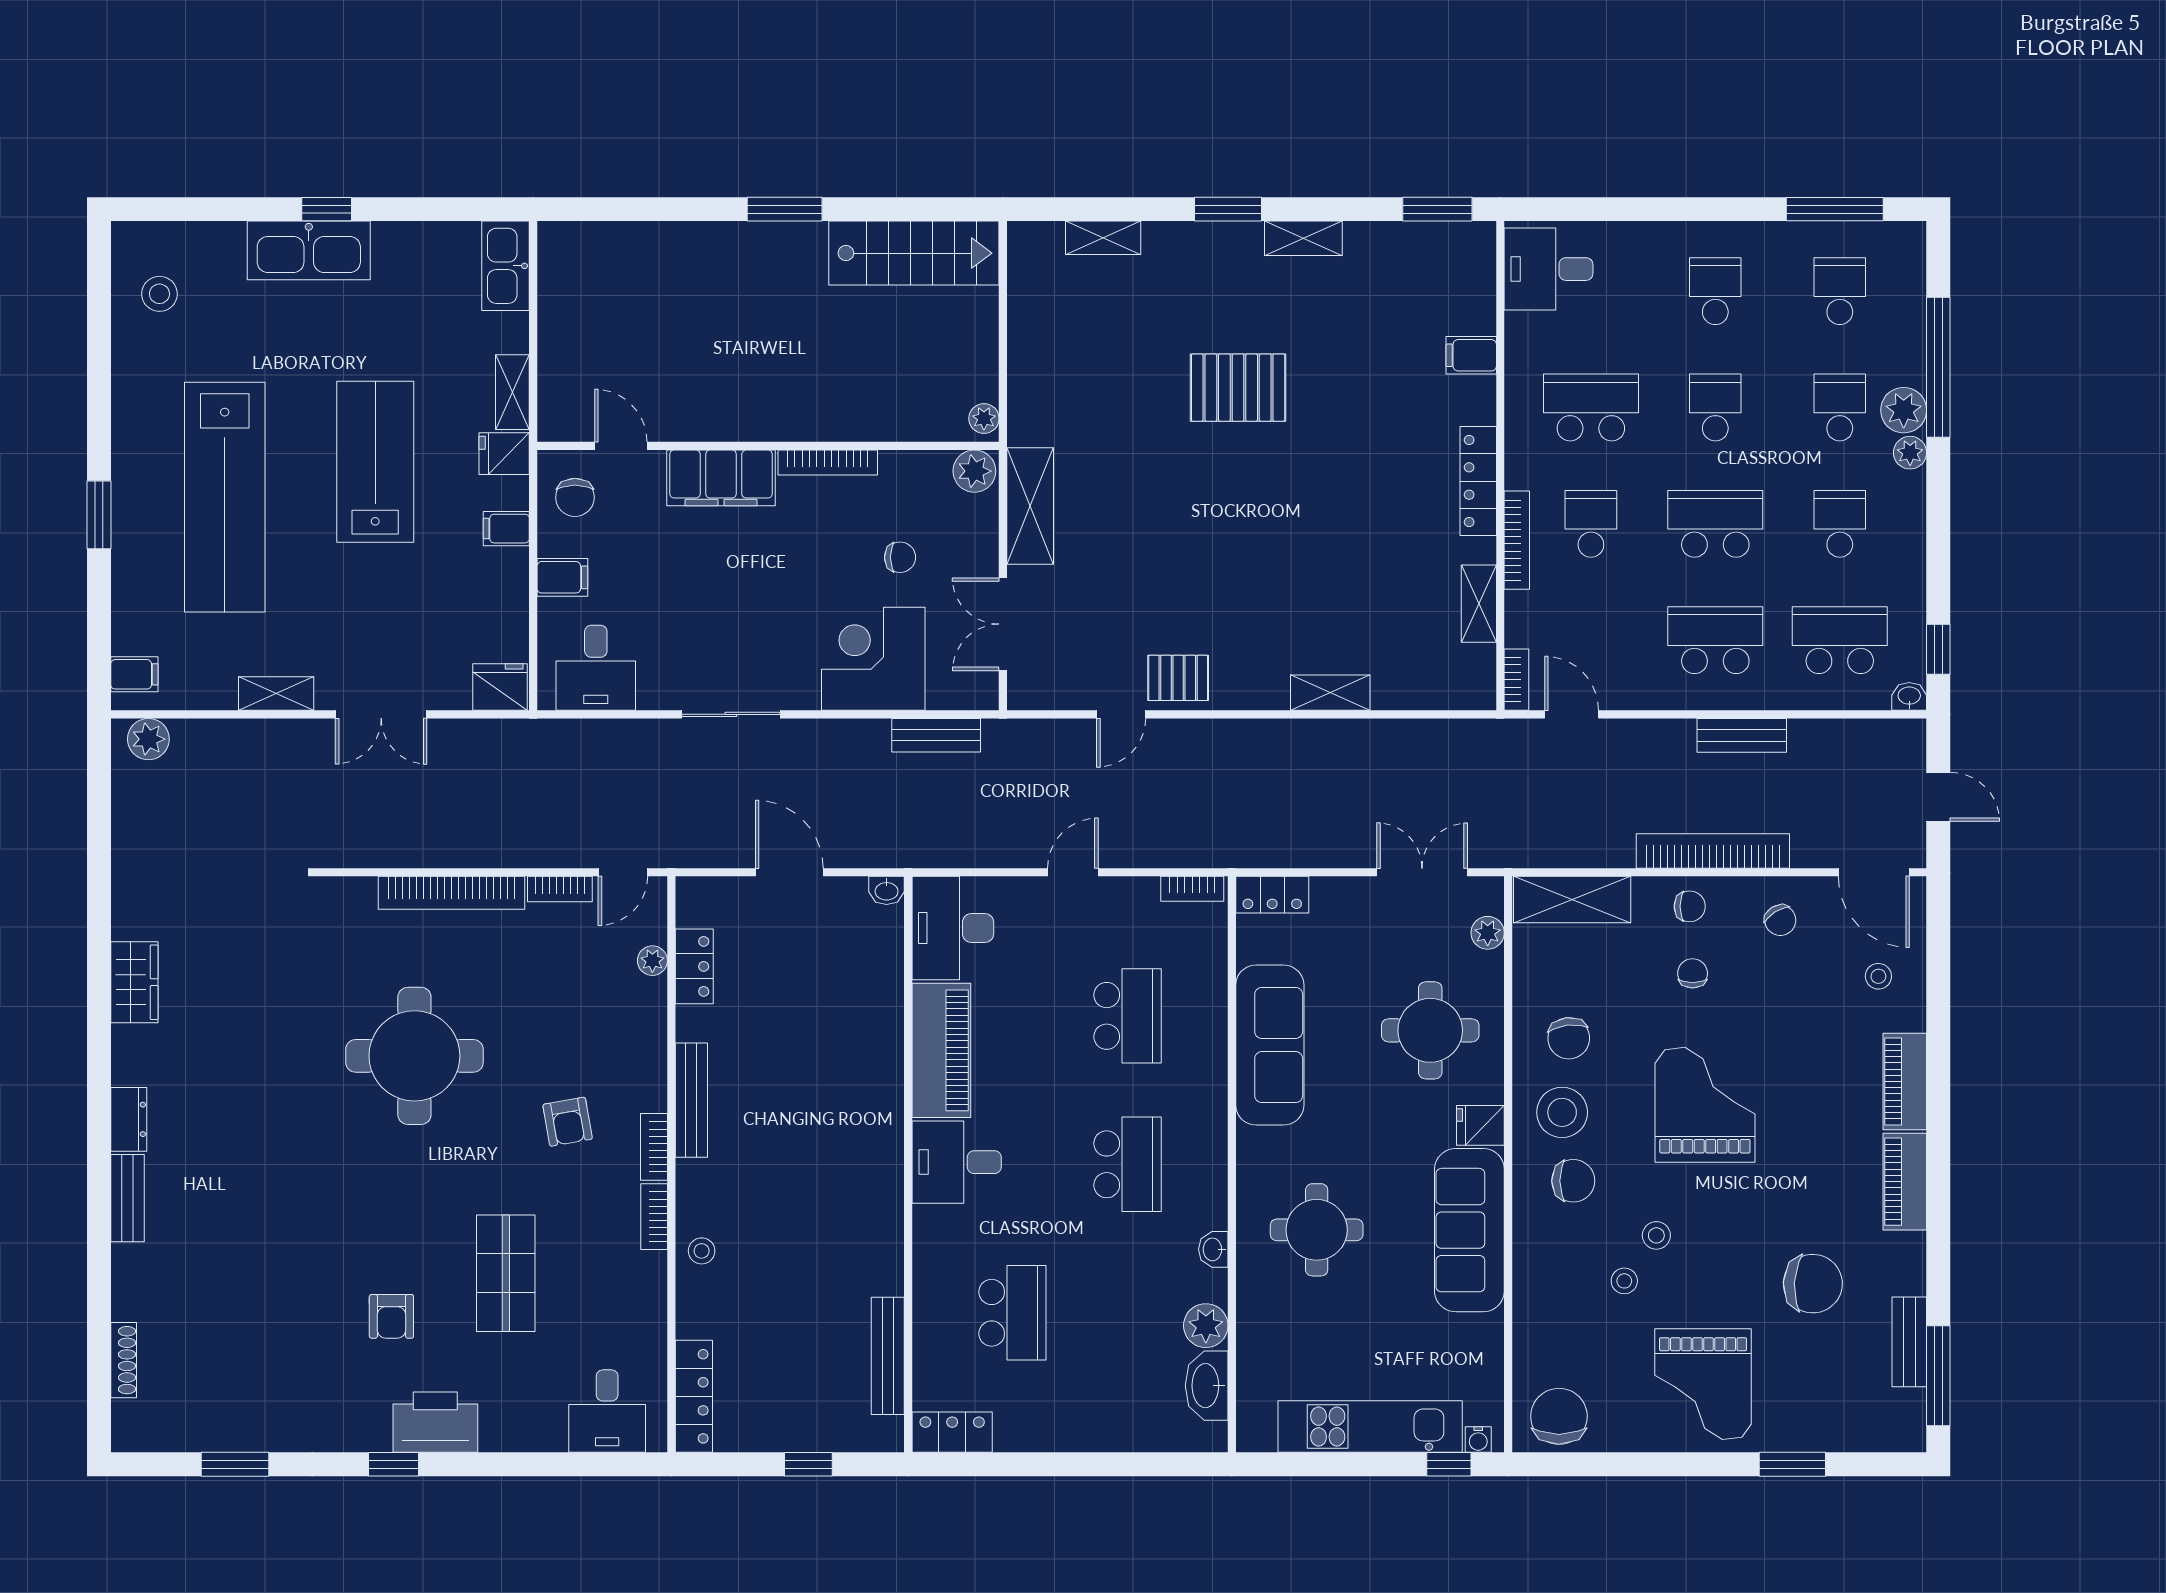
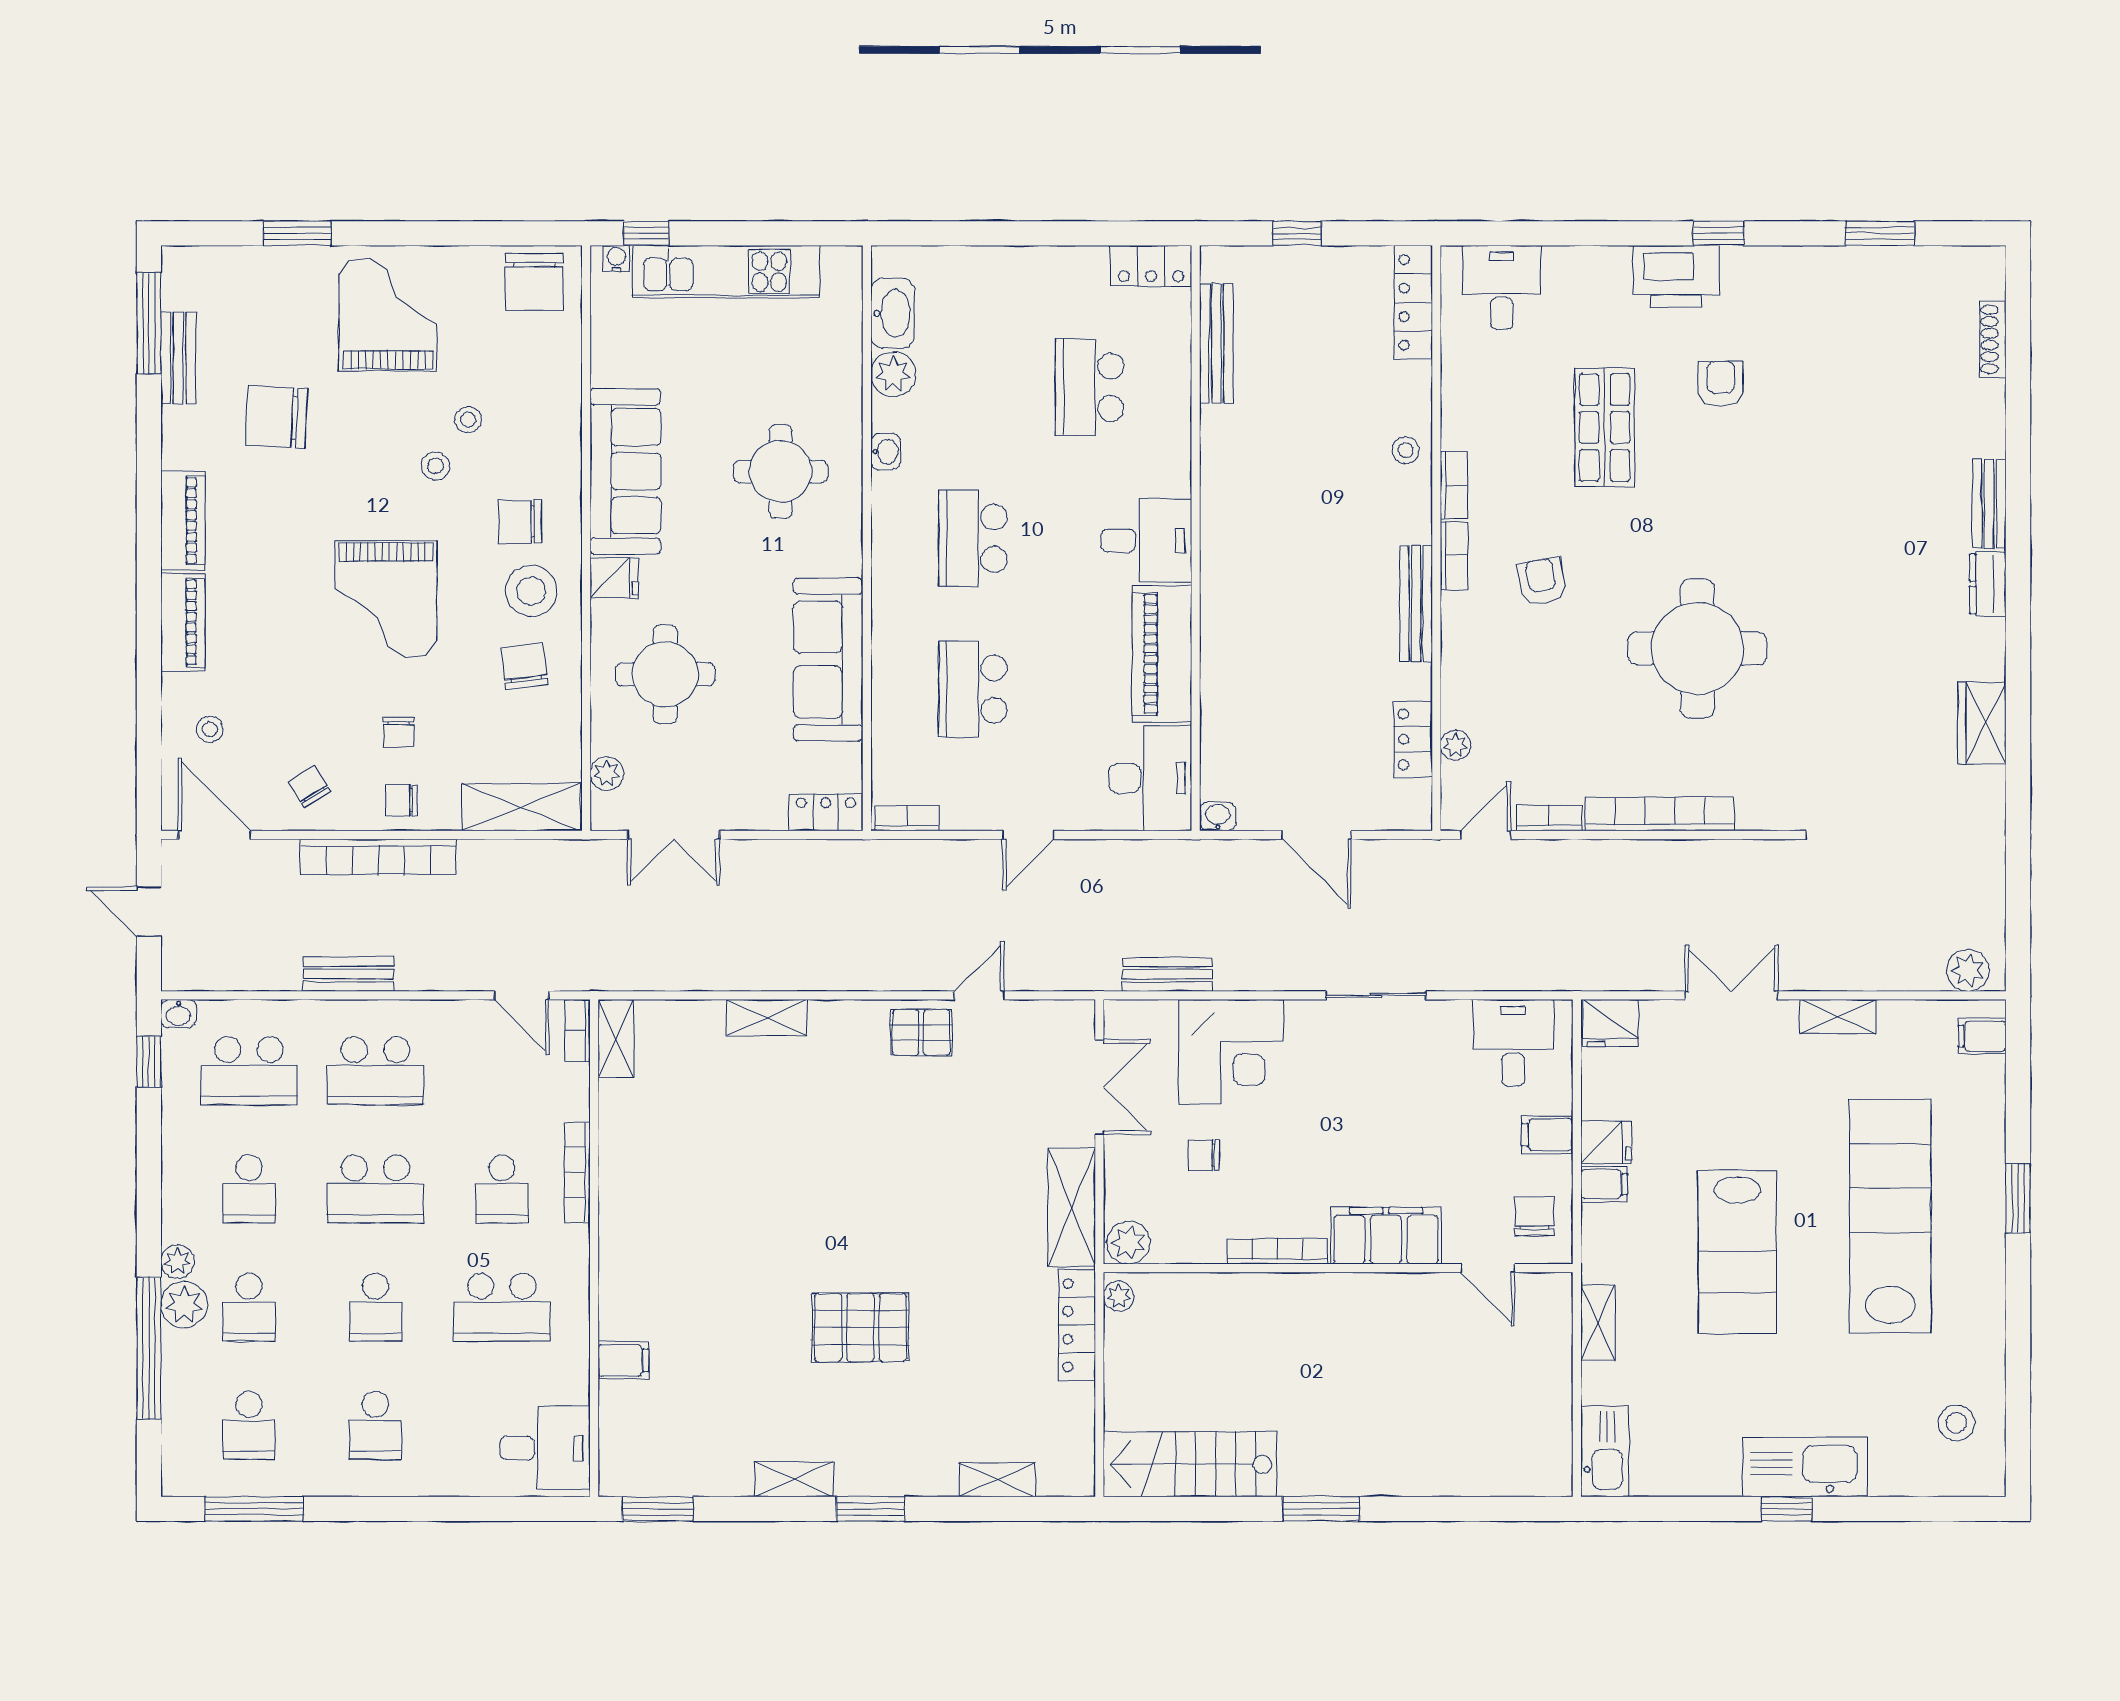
fridge: (504, 454) -> (1606, 1142), moved
locker: (1478, 481) -> (1077, 1325), moved, turned 180
shelving: (1479, 604) -> (616, 1039), moved

